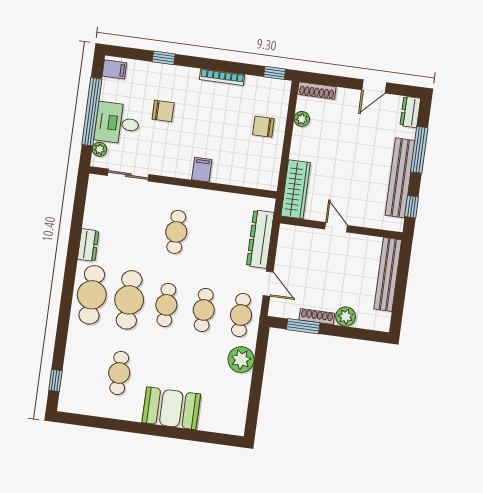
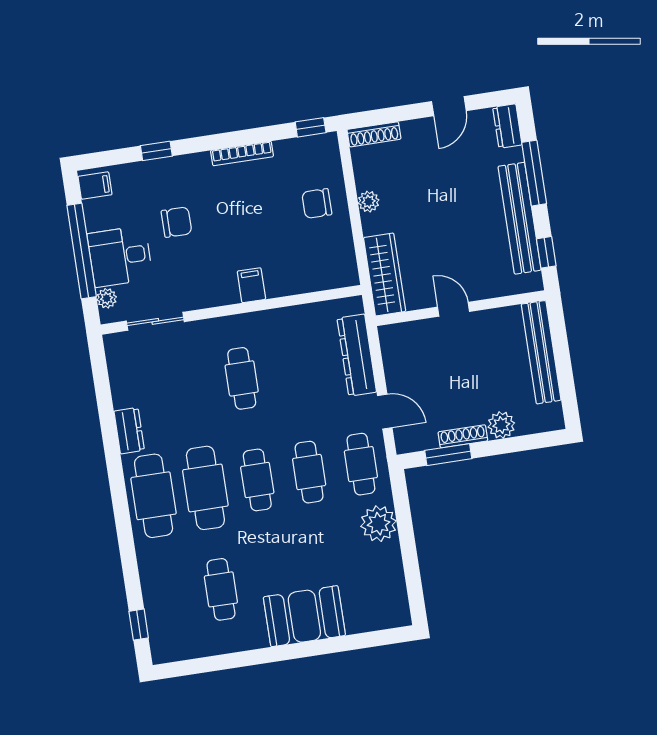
plant: (302, 119) -> (369, 202), moved

